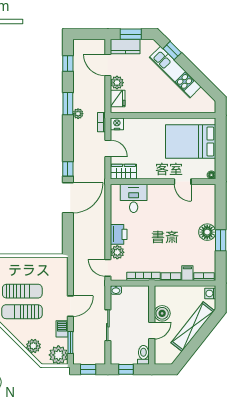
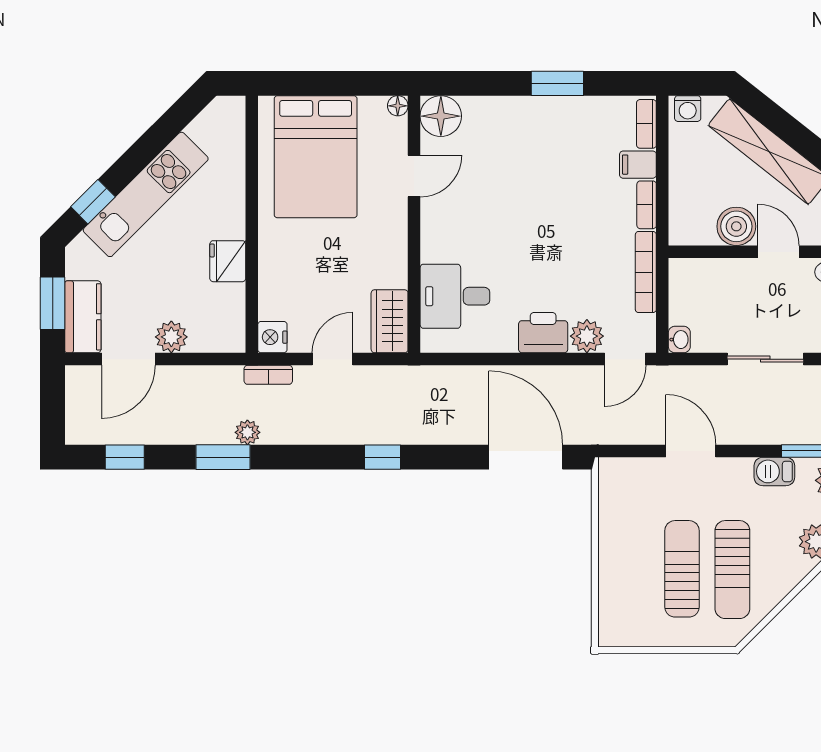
fridge: (118, 99) -> (228, 261), moved, turned -90
door: (68, 198) -> (526, 457), moved
floor lamp: (207, 232) -> (441, 116), moved
door: (70, 306) -> (691, 451), moved

